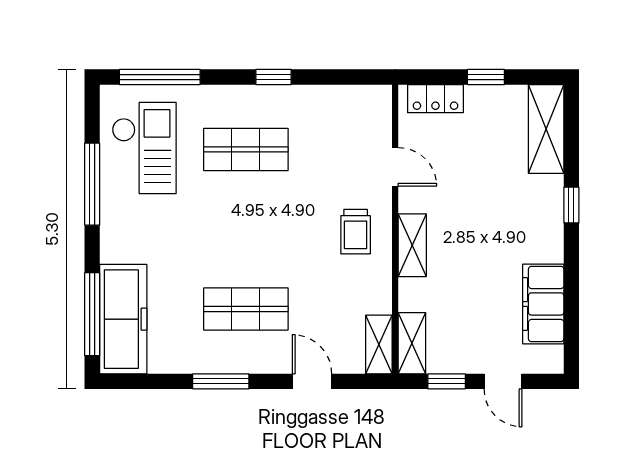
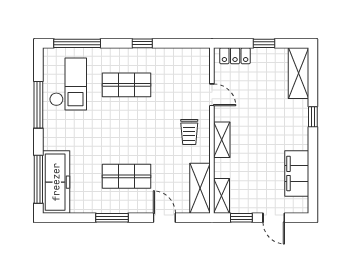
shelving: (379, 345) -> (200, 188), width x1.50, depth x1.33

